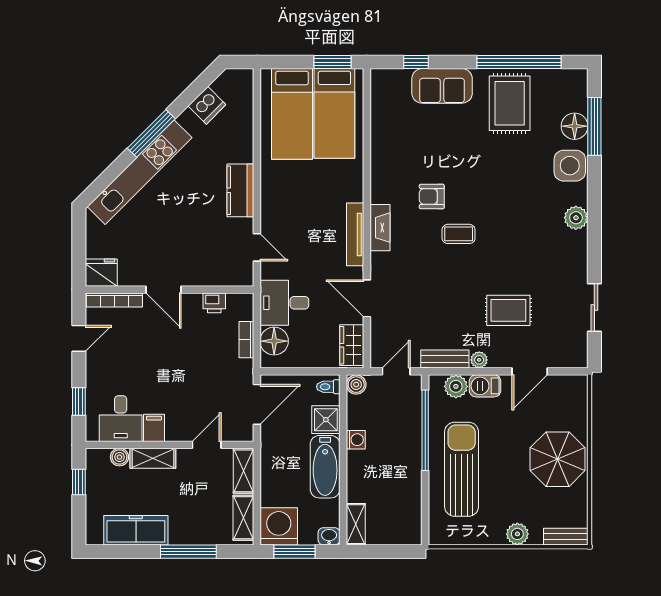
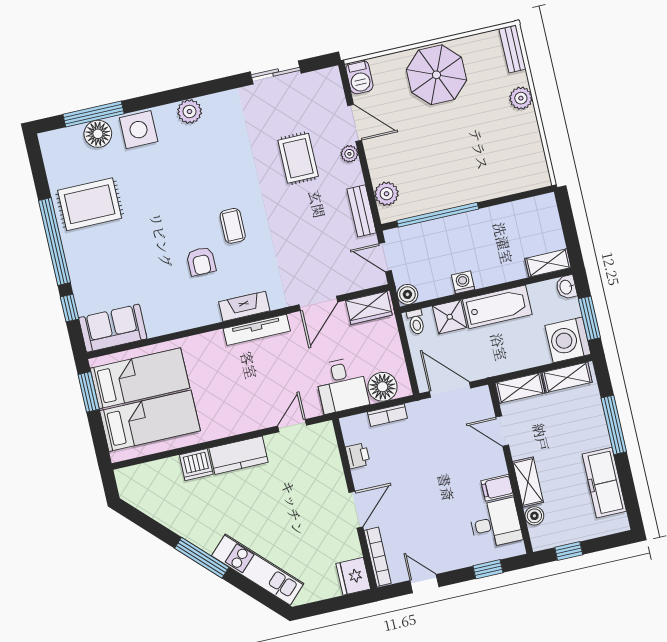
window: (519, 62) -> (54, 241), moved
sofa: (442, 86) -> (113, 328), moved, turned -90
dishwasher: (207, 105) -> (196, 465), moved, turned 135
kitchen unit: (140, 172) -> (258, 570), width x0.73
plant: (479, 360) -> (349, 154), moved
barbecue: (485, 386) -> (359, 77), moved
sun lounger: (462, 469) -> (469, 169), removed

